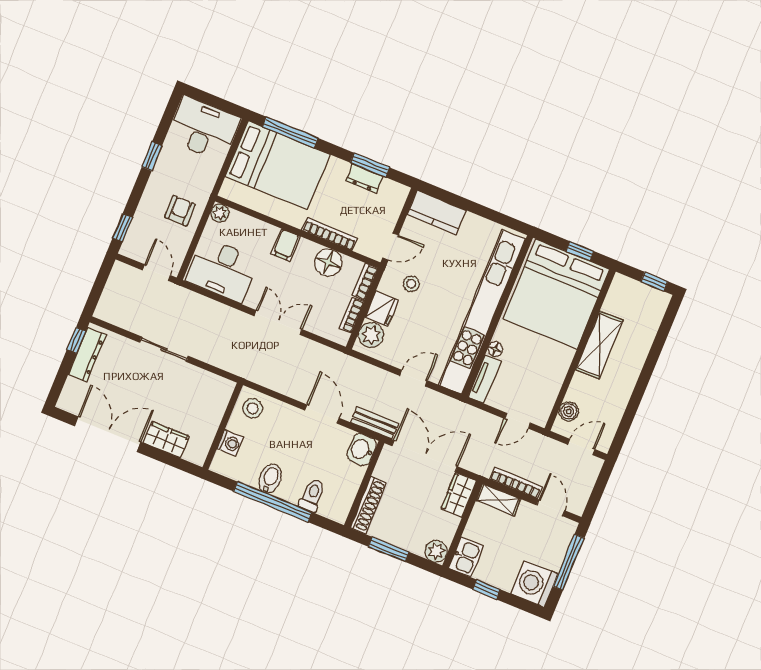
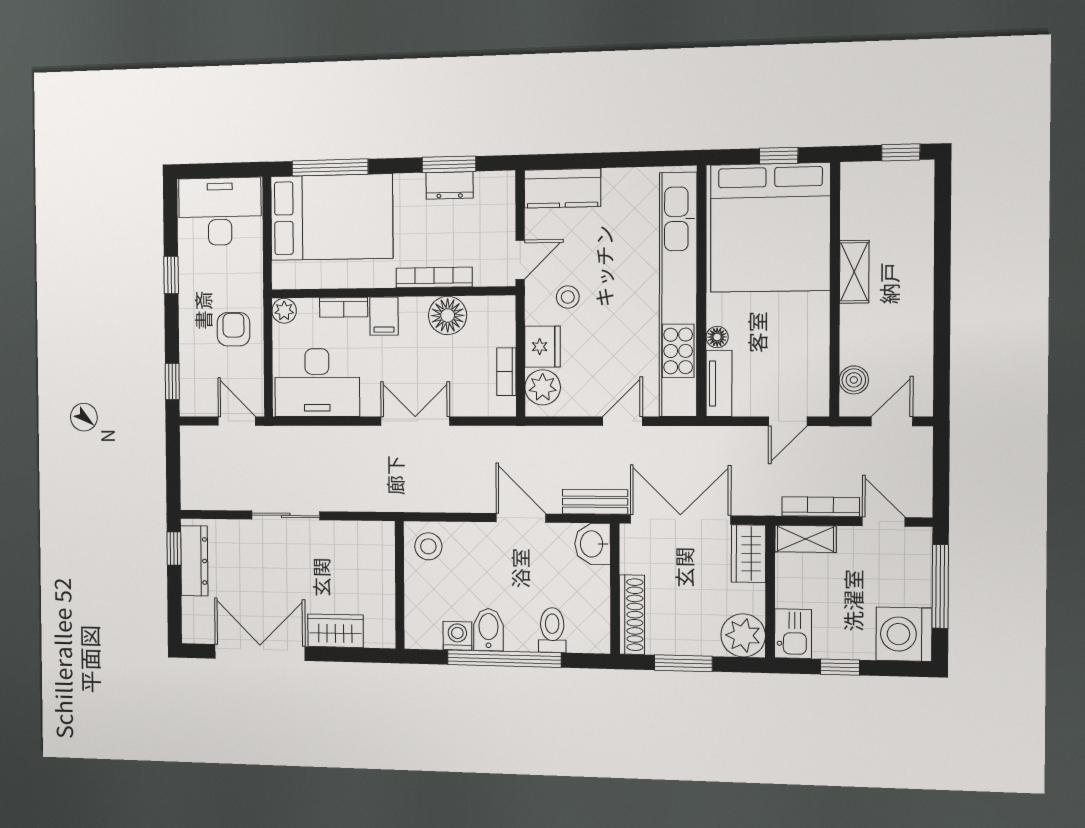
bookcase: (365, 282) -> (344, 307), moved, turned -90
shelving: (599, 345) -> (854, 272), width x0.67, depth x0.75
washing machine: (230, 443) -> (457, 636), moved, turned -90
plant: (436, 551) -> (743, 635), width x1.36, depth x1.36

